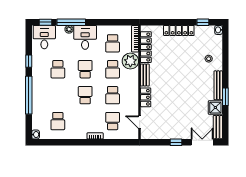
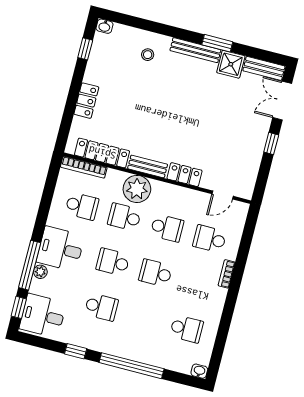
locker: (179, 30) -> (86, 101), width x0.66
plant: (130, 61) -> (137, 189), moved
school desk: (113, 69) -> (124, 217), turned 180

